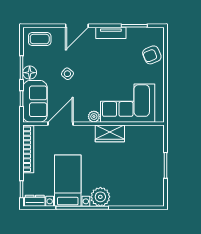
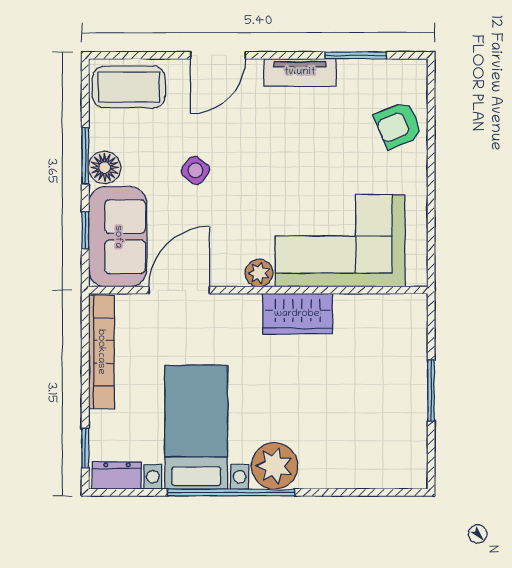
coffee table: (40, 39) -> (129, 87), width x1.36, depth x1.30

